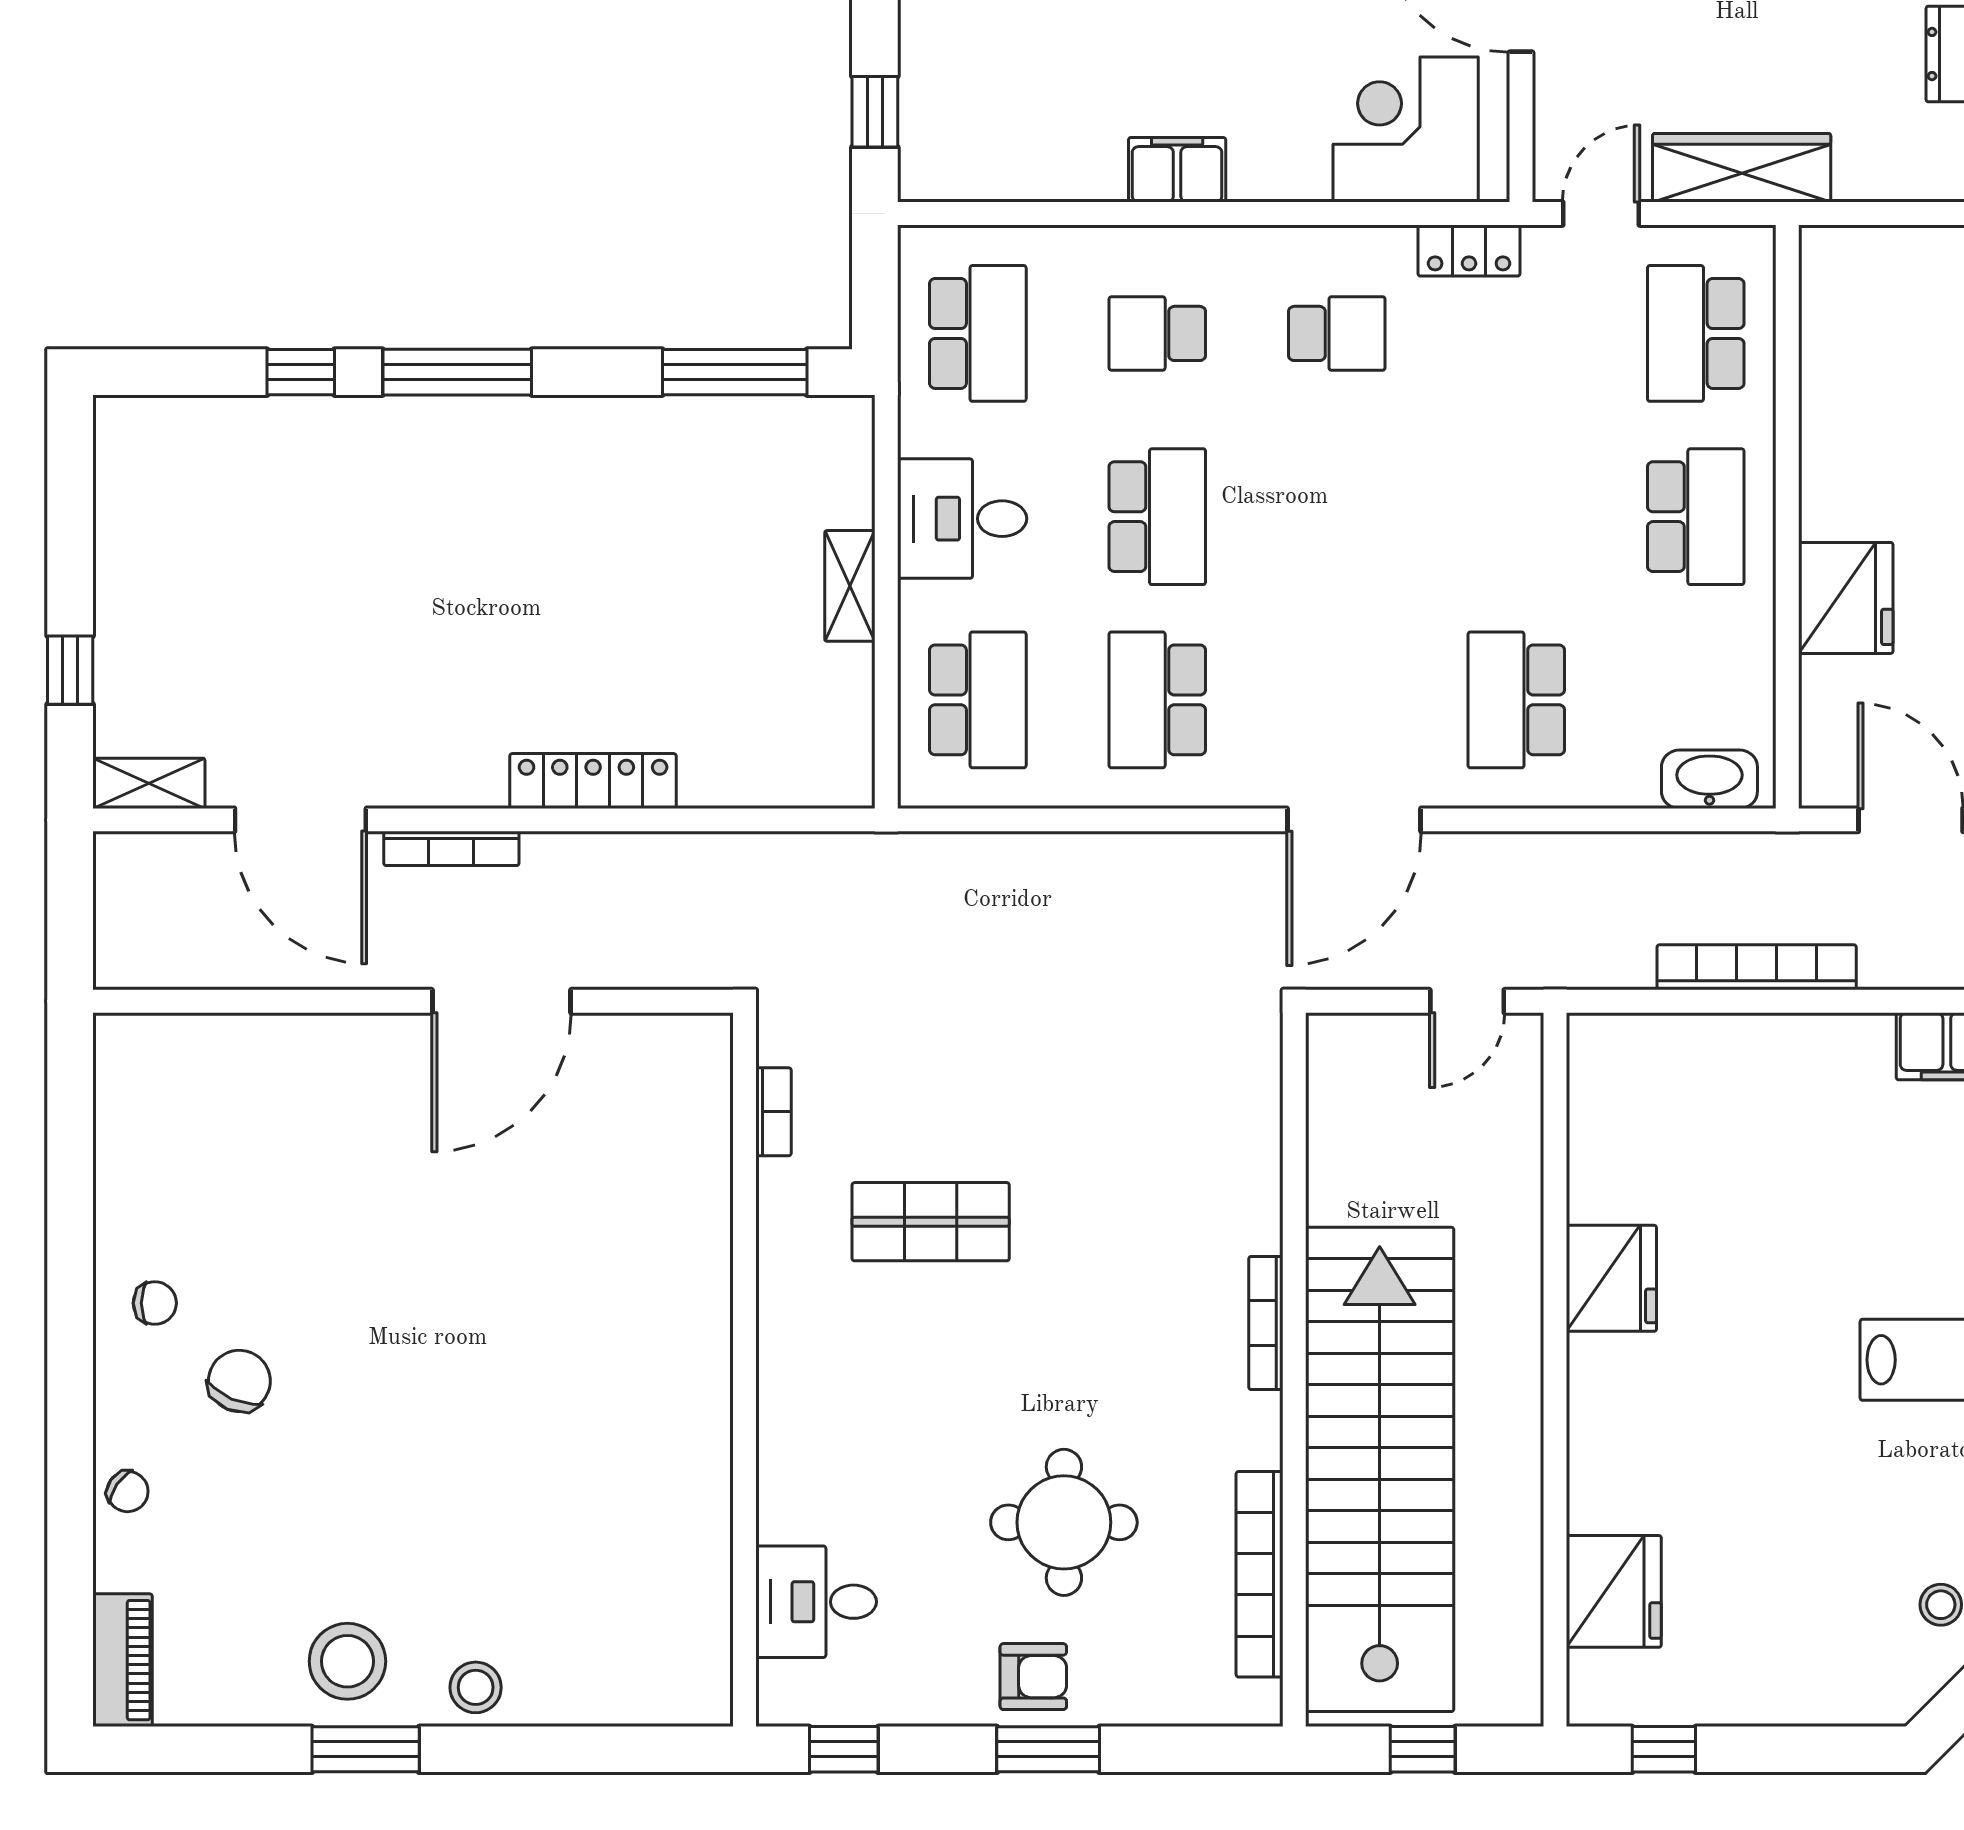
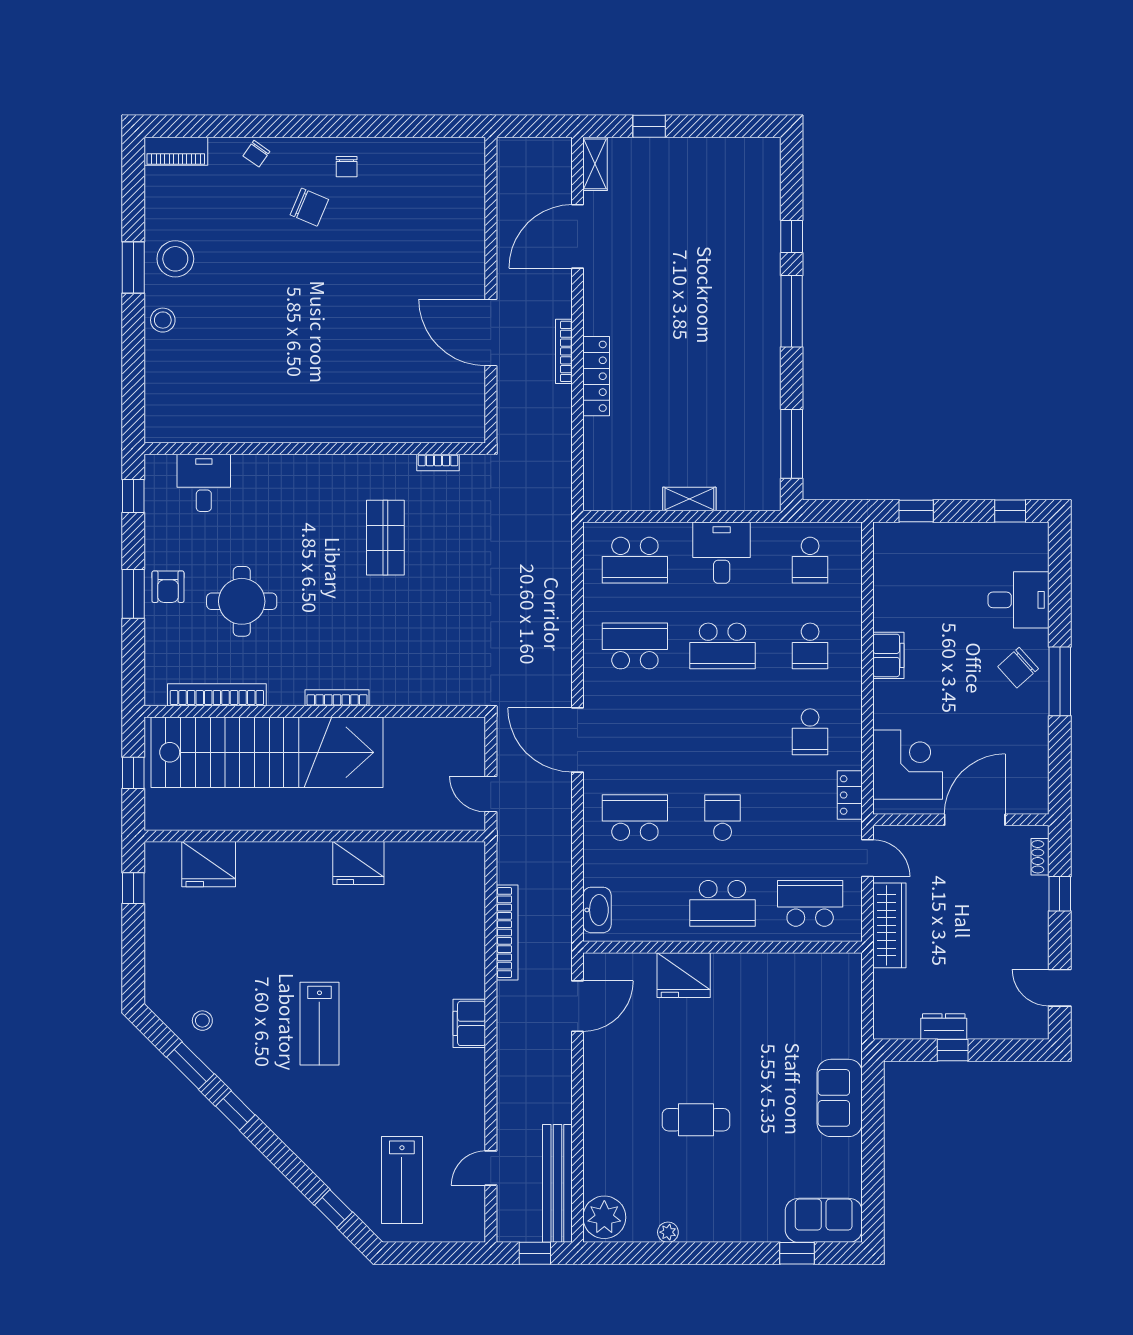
school desk: (978, 333) -> (810, 560), width x0.54
school desk: (1157, 333) -> (810, 646), turned 180
school desk: (1516, 517) -> (723, 818), added
bookcase: (451, 848) -> (564, 351), moved

